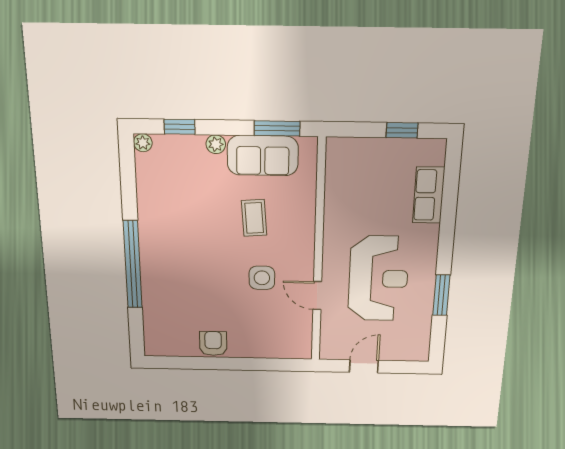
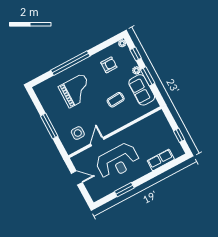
window: (277, 128) -> (148, 76), moved
side table: (262, 278) -> (78, 133), moved
grand piano: (194, 282) -> (76, 91), added
armchair: (213, 344) -> (109, 65), moved
window: (236, 364) -> (49, 126), added

